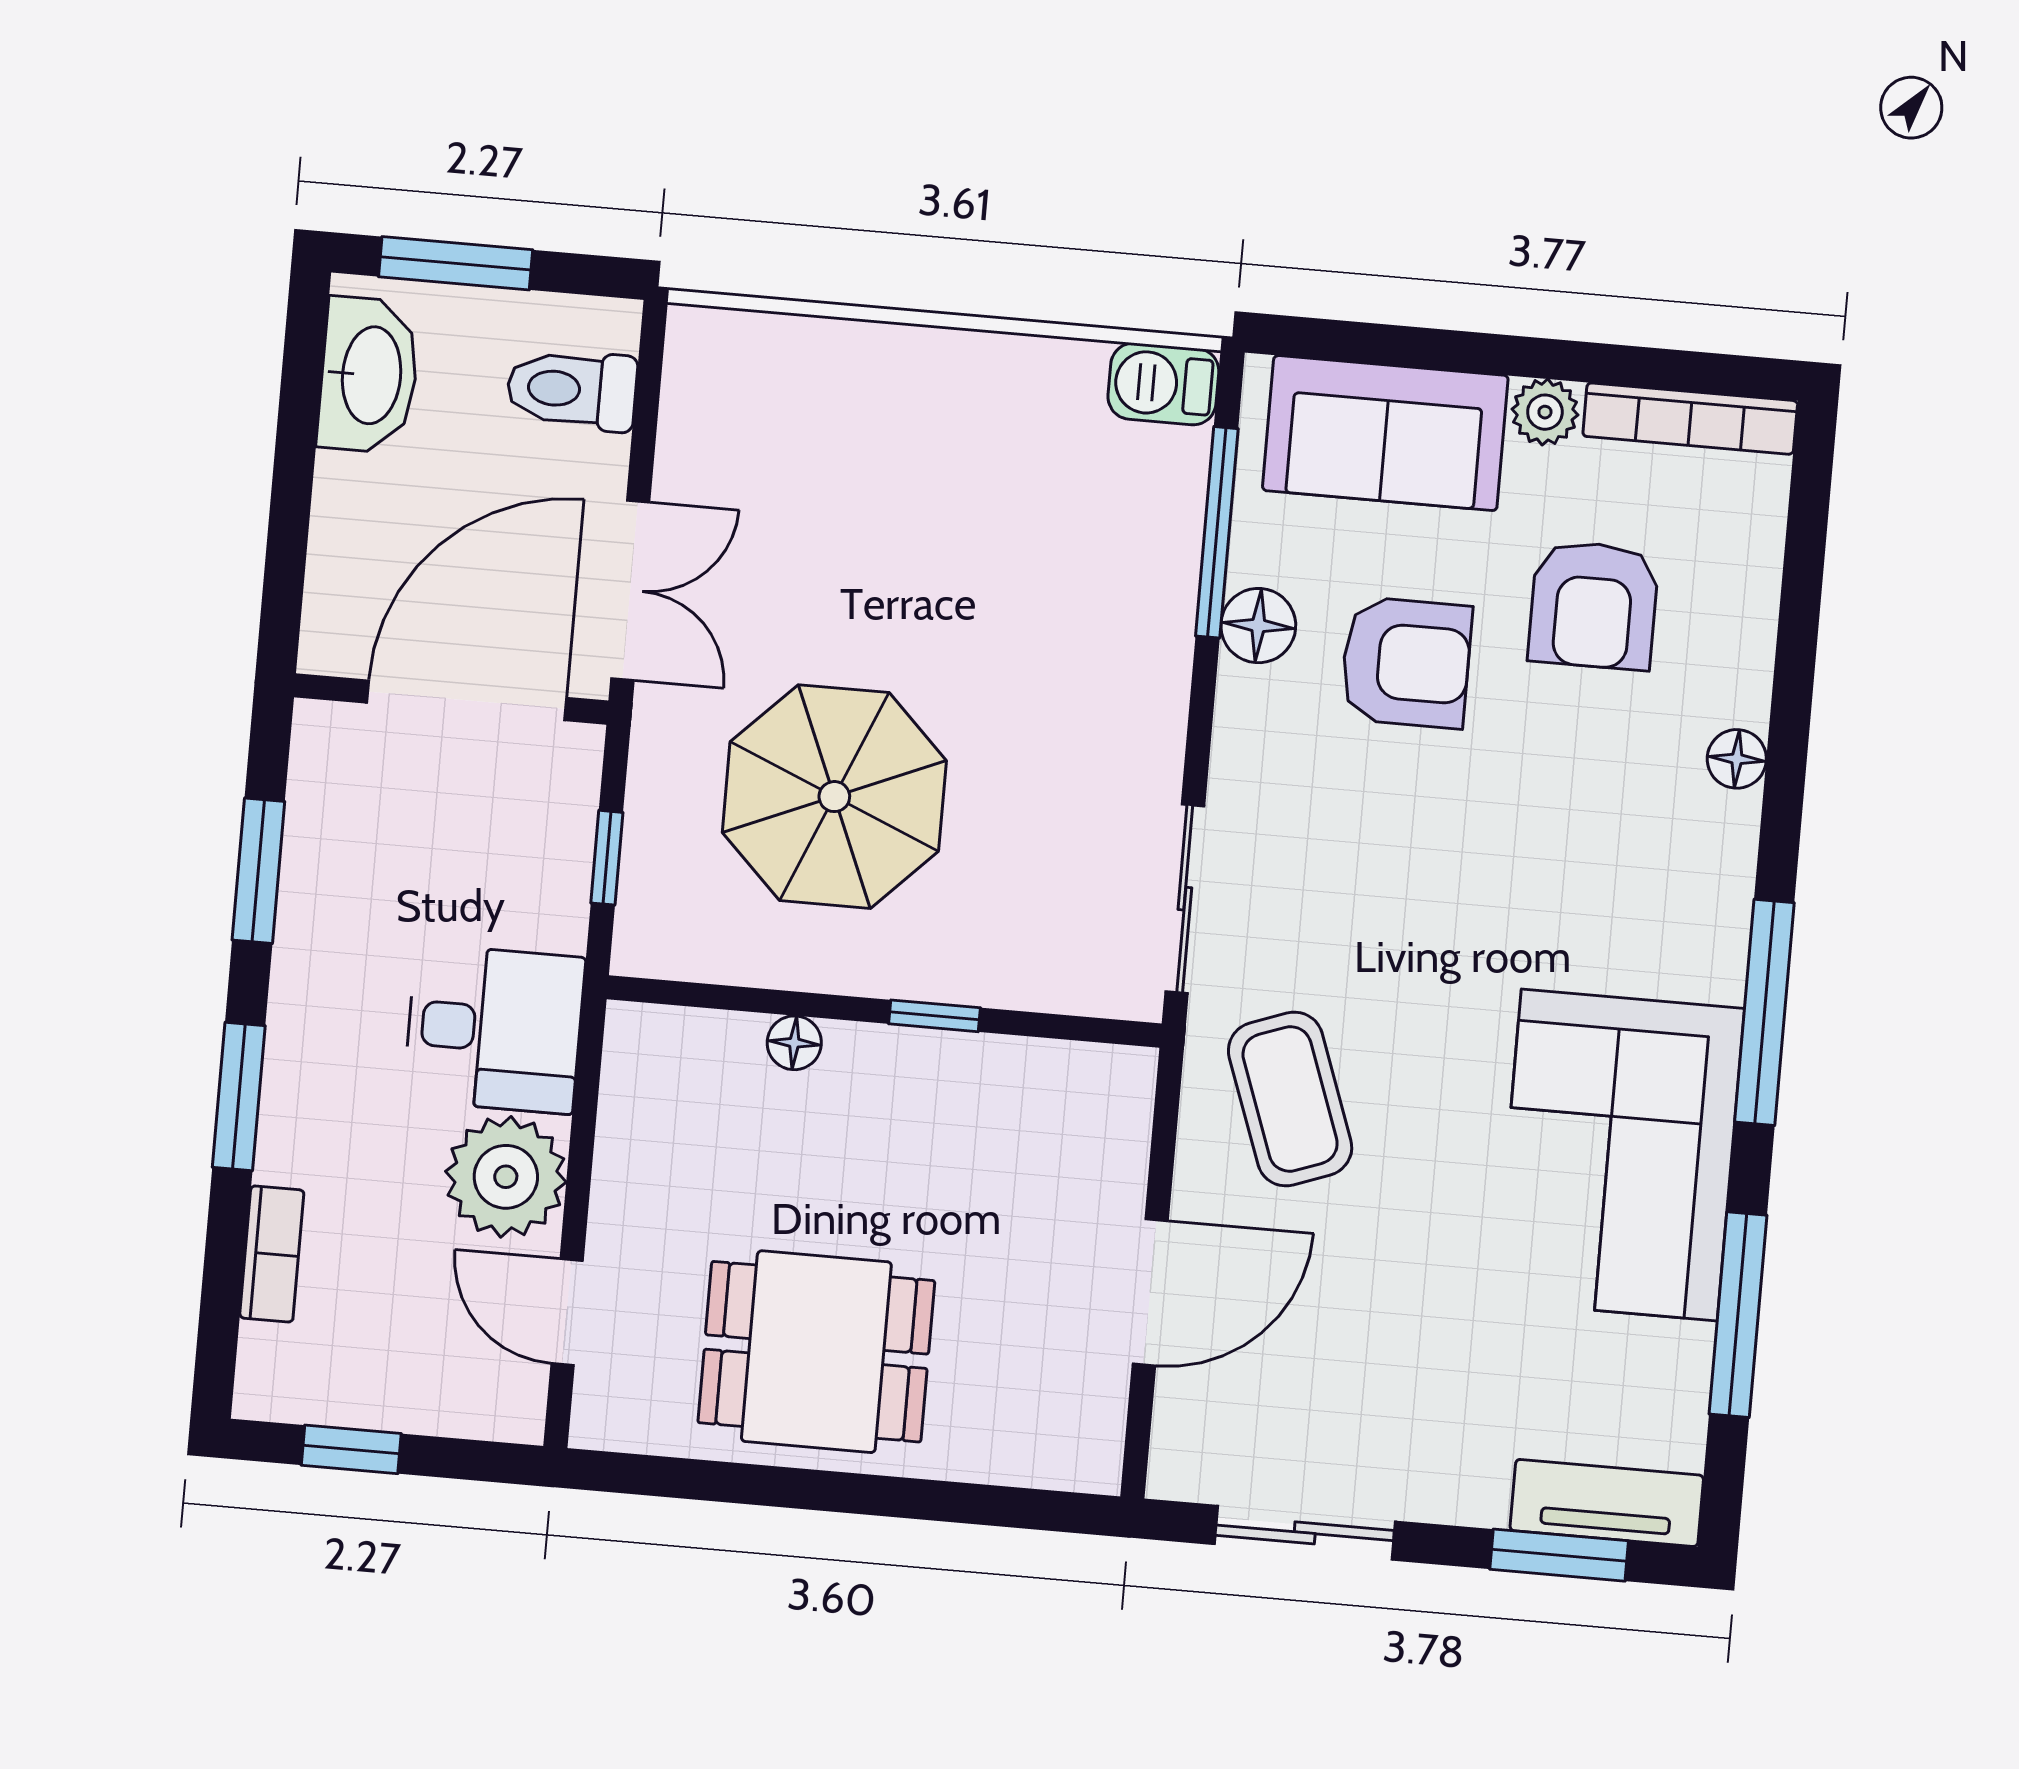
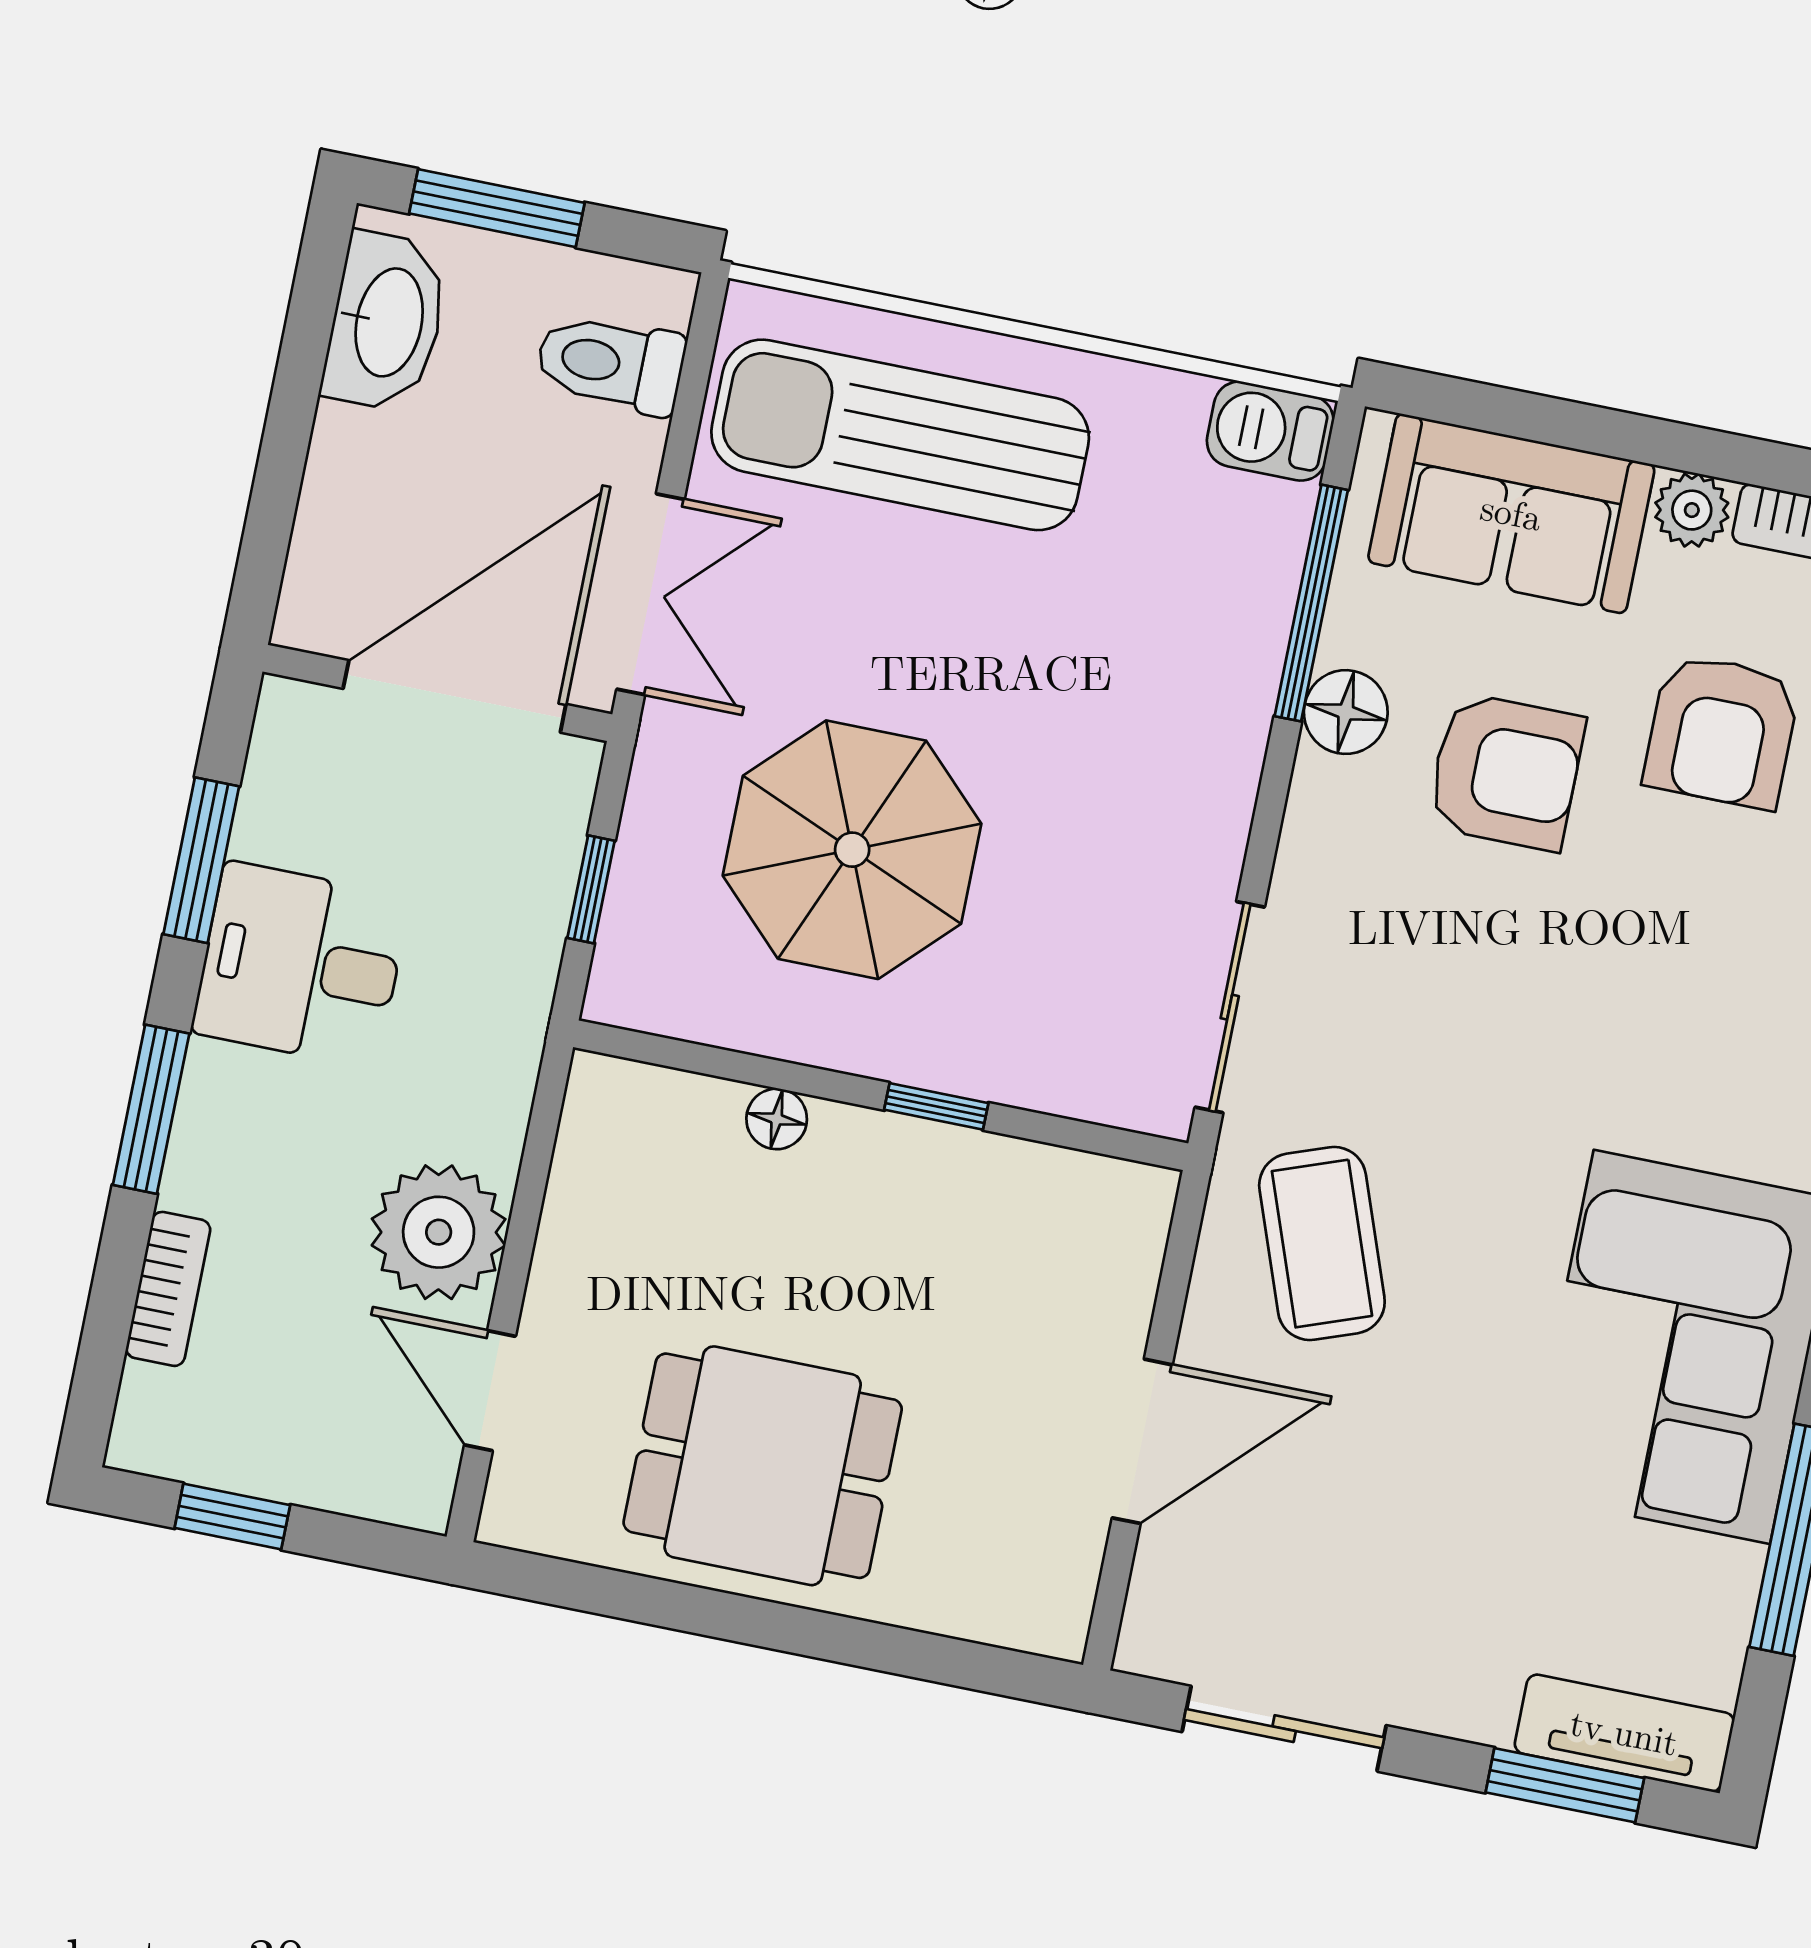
sun lounger: (836, 424) -> (900, 435), added
desk: (494, 1029) -> (301, 965), moved, turned 180

